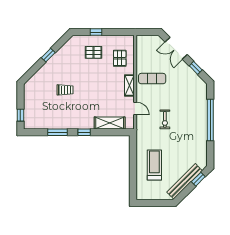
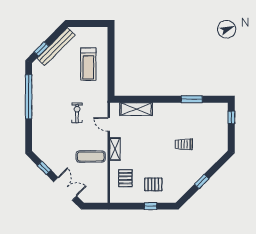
window: (210, 120) -> (29, 97), moved
window: (84, 132) -> (163, 99), removed

